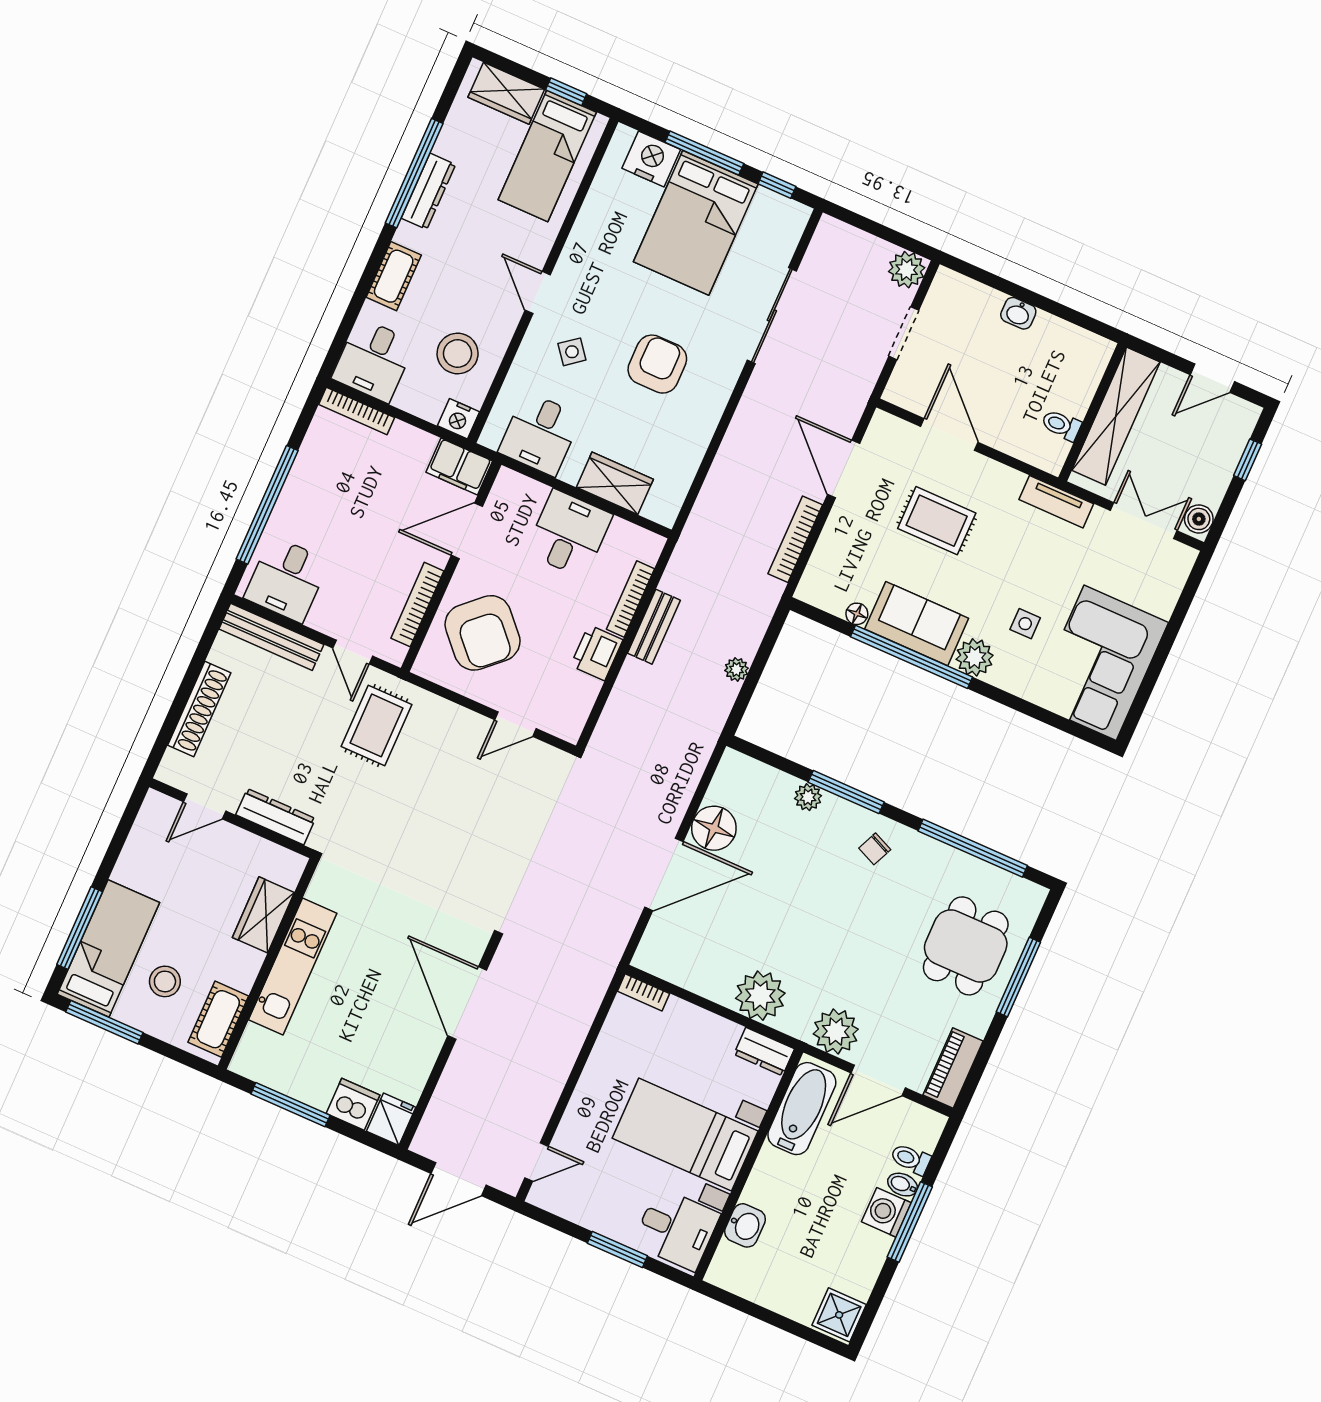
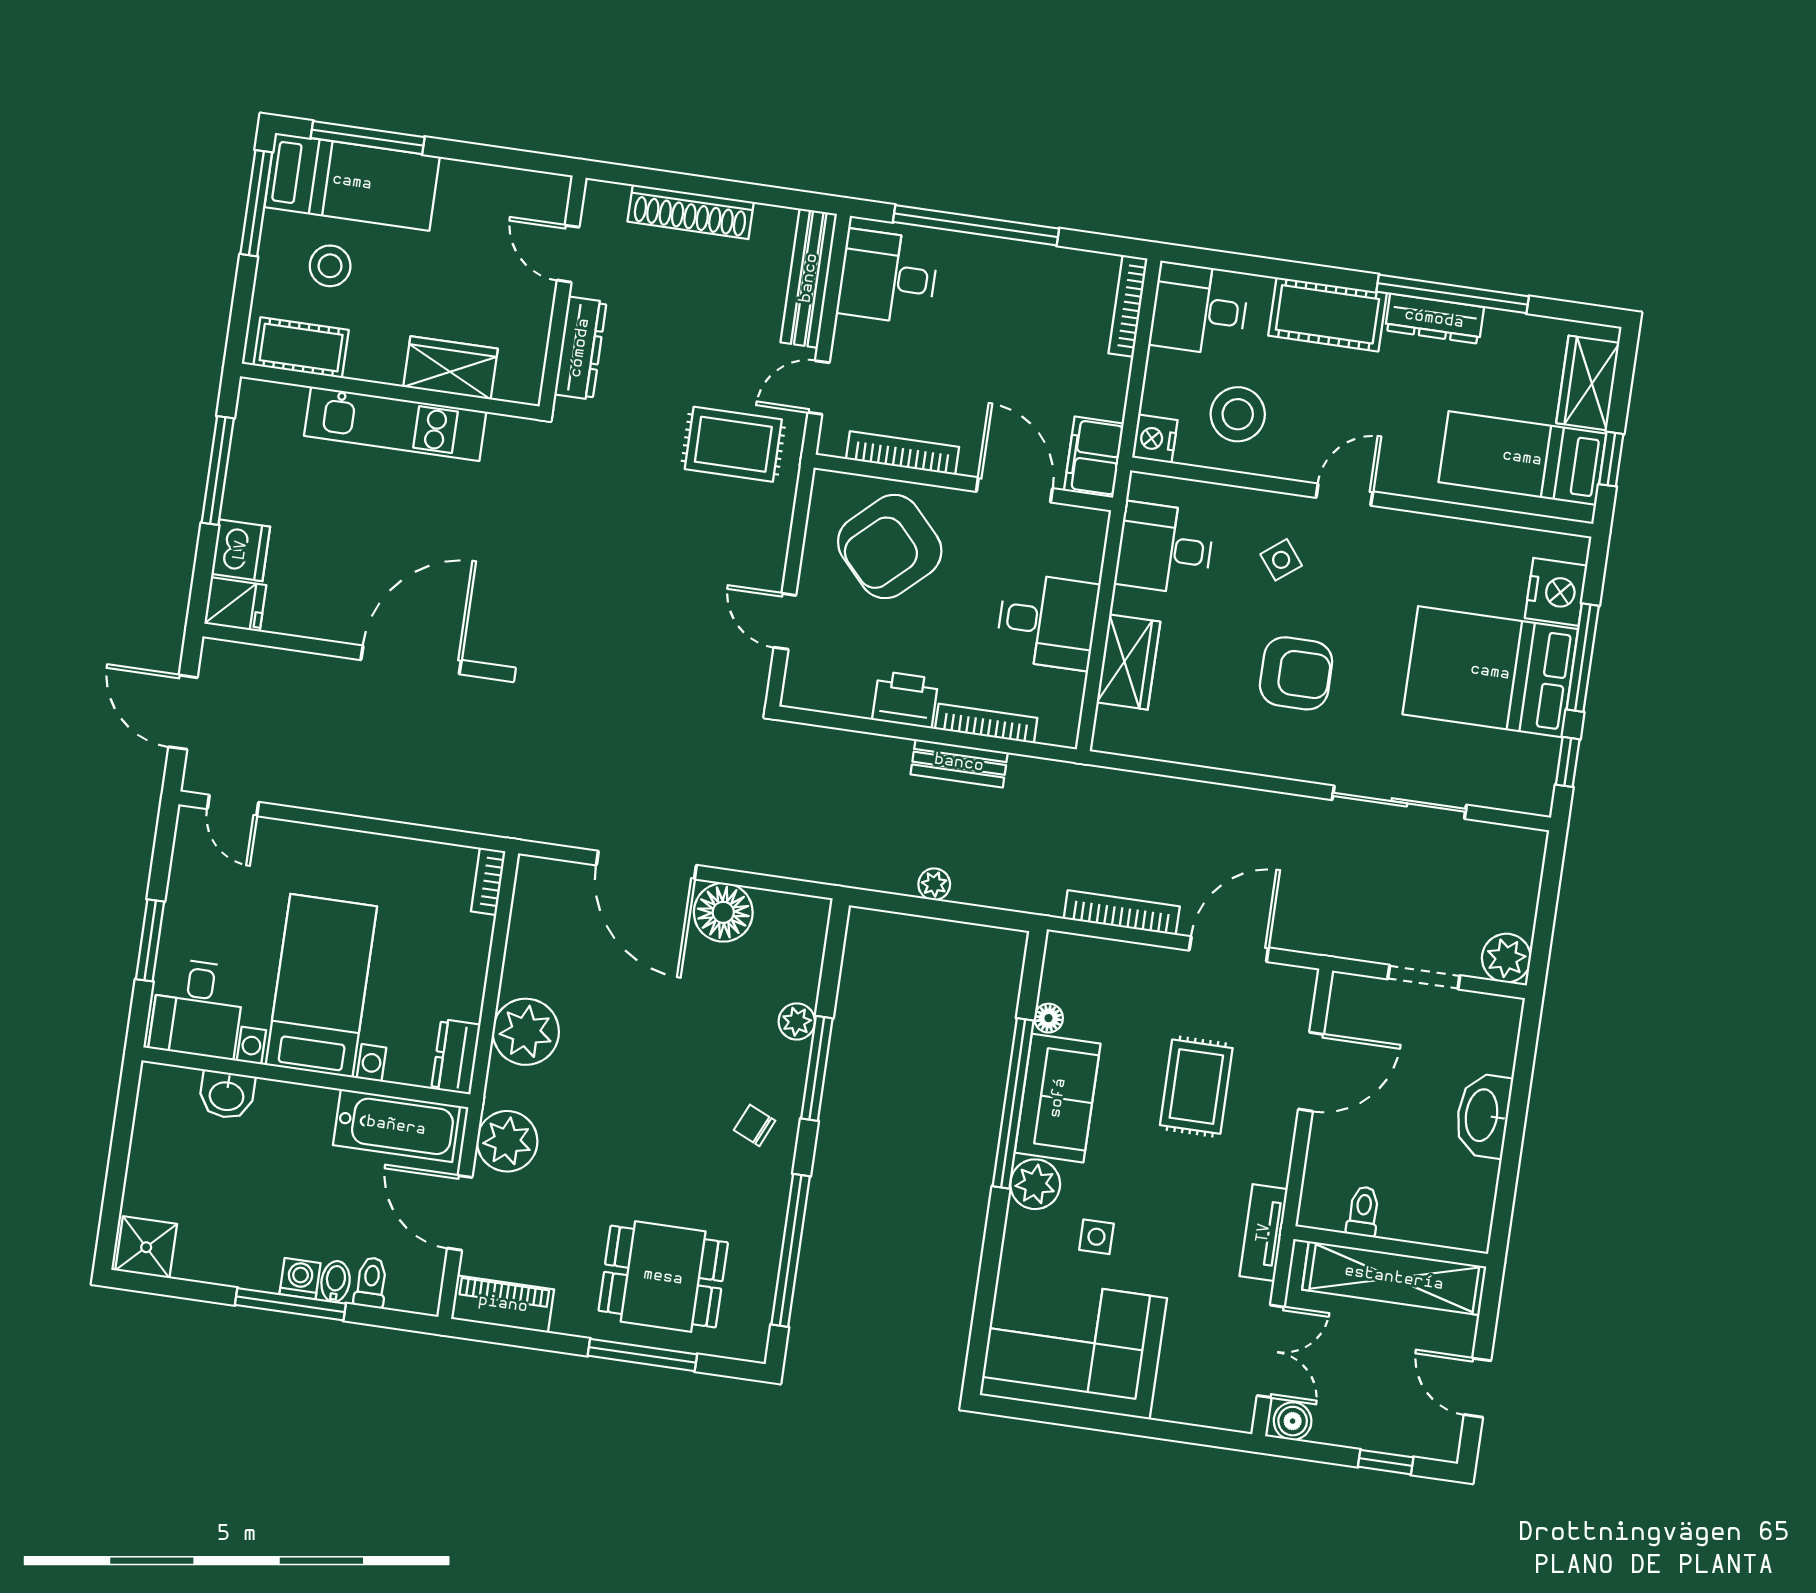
cot: (394, 276) -> (1327, 314), width x1.37, depth x1.34
washbasin: (1018, 313) -> (1483, 1115), width x1.91, depth x1.45
washing machine: (886, 1212) -> (300, 1279), width x0.73, depth x0.73

